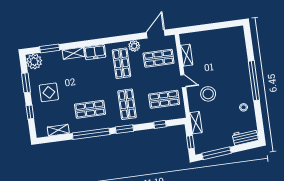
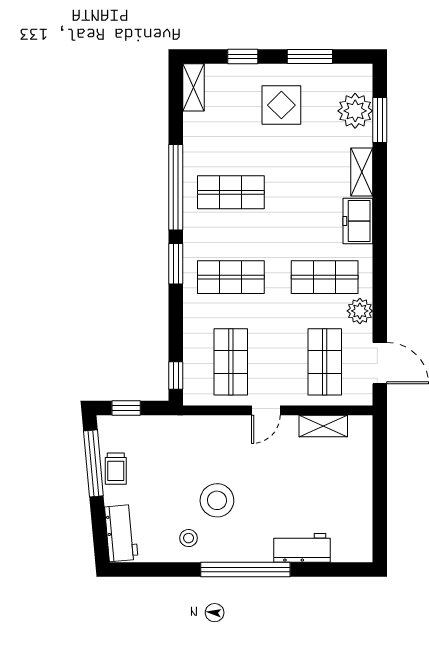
workbench: (241, 57) -> (302, 548), added
plant: (34, 62) -> (355, 111), moved
stool: (208, 94) -> (217, 500), moved
shop shelf: (90, 109) -> (231, 192), turned 90
shelving: (196, 123) -> (169, 426), removed
window: (160, 124) -> (176, 375), moved
shelving: (58, 130) -> (193, 87), moved
trolley: (217, 143) -> (116, 469), added

